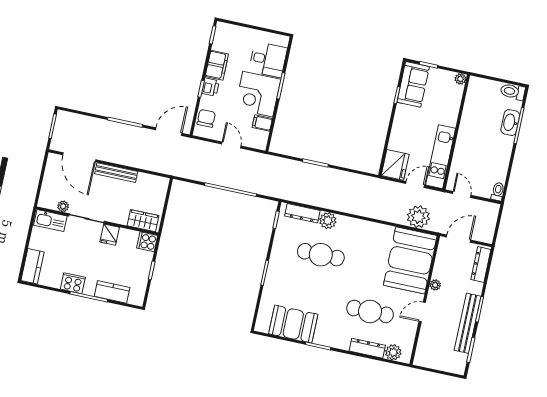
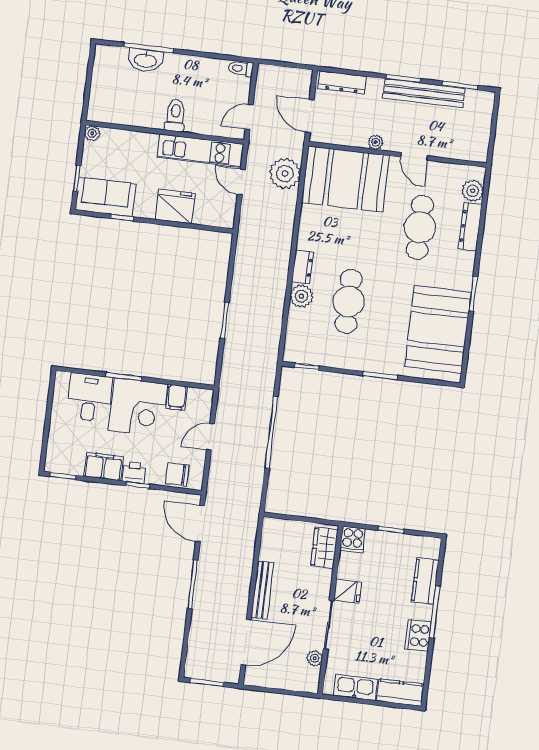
toilet: (513, 92) -> (175, 115), moved, turned 180
fridge: (395, 165) -> (175, 206), moved
dresser: (302, 213) -> (302, 267), moved, width x0.70
kitchen sink: (50, 221) -> (355, 687), moved, turned -90
booth: (293, 324) -> (438, 329), width x1.36, depth x1.42

